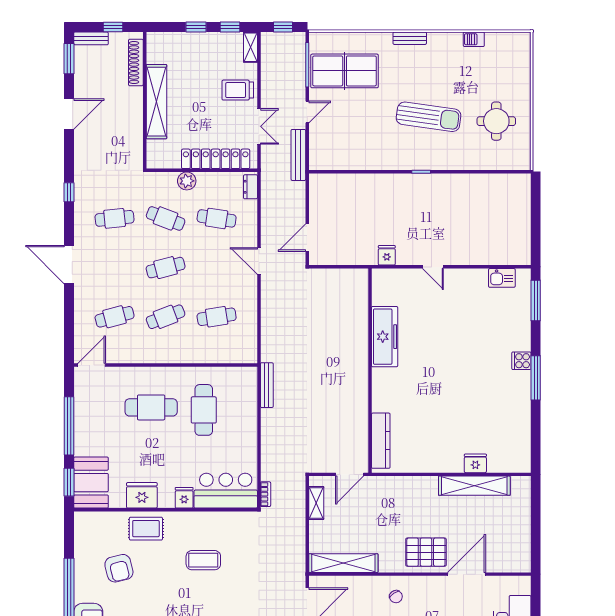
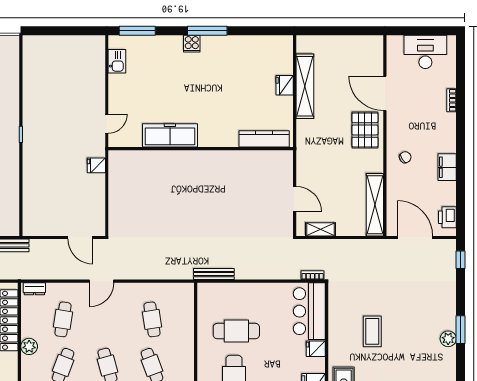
freezer: (385, 337) -> (170, 135), moved
wall: (370, 371) -> (201, 149), moved
kitchen counter: (381, 441) -> (264, 139), moved

